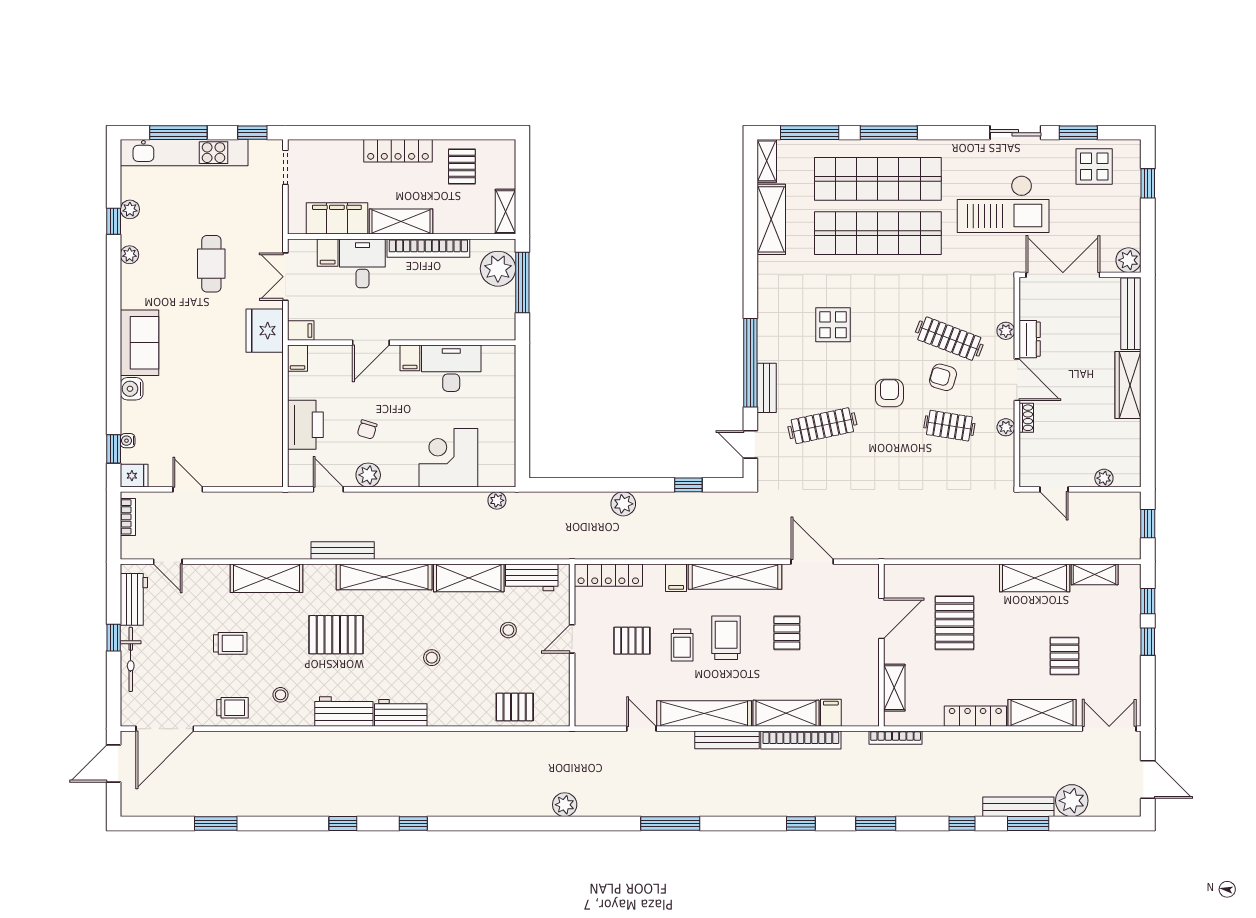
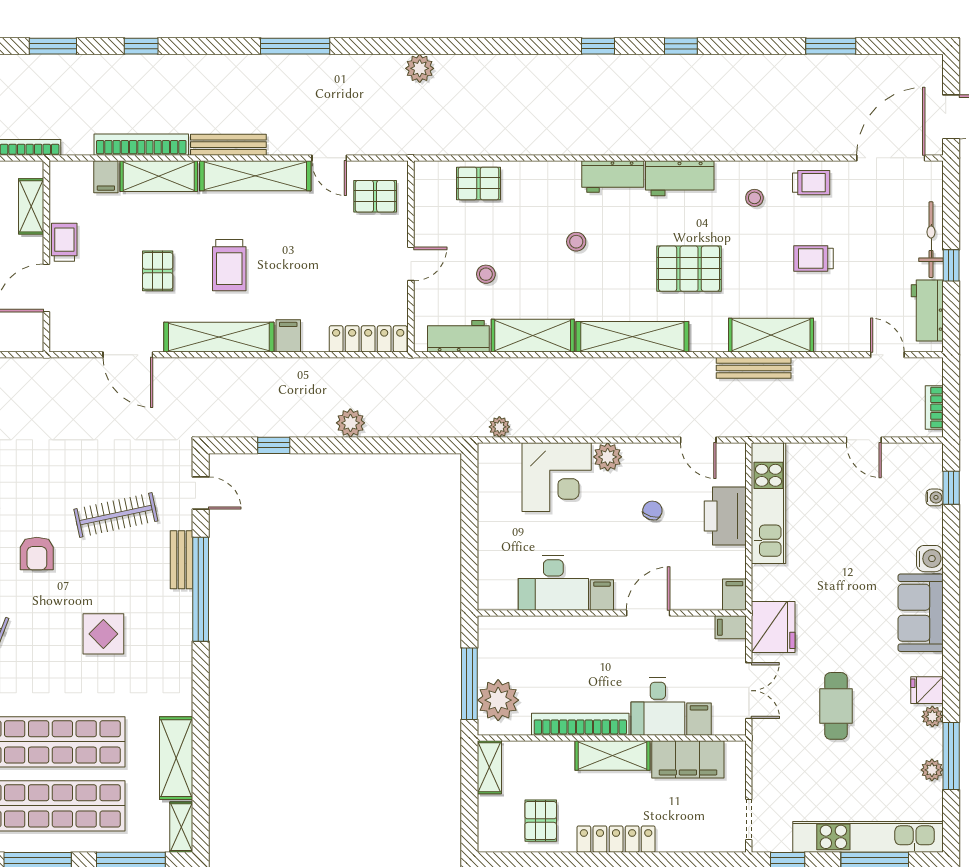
window: (114, 221) -> (951, 756), width x2.17
kitchen unit: (269, 436) -> (769, 503), added
plant: (368, 475) -> (608, 457), moved
fridge: (134, 476) -> (927, 690), moved
bench: (343, 551) -> (754, 368), moved
pallet: (632, 641) -> (375, 196), moved
trolley: (682, 645) -> (64, 242), moved
trolley: (232, 708) -> (811, 183), turned 180

